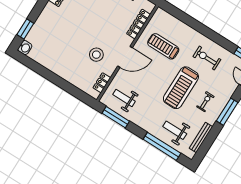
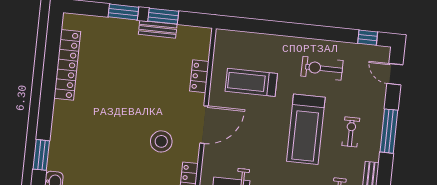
locker: (139, 24) -> (199, 76), width x0.66

